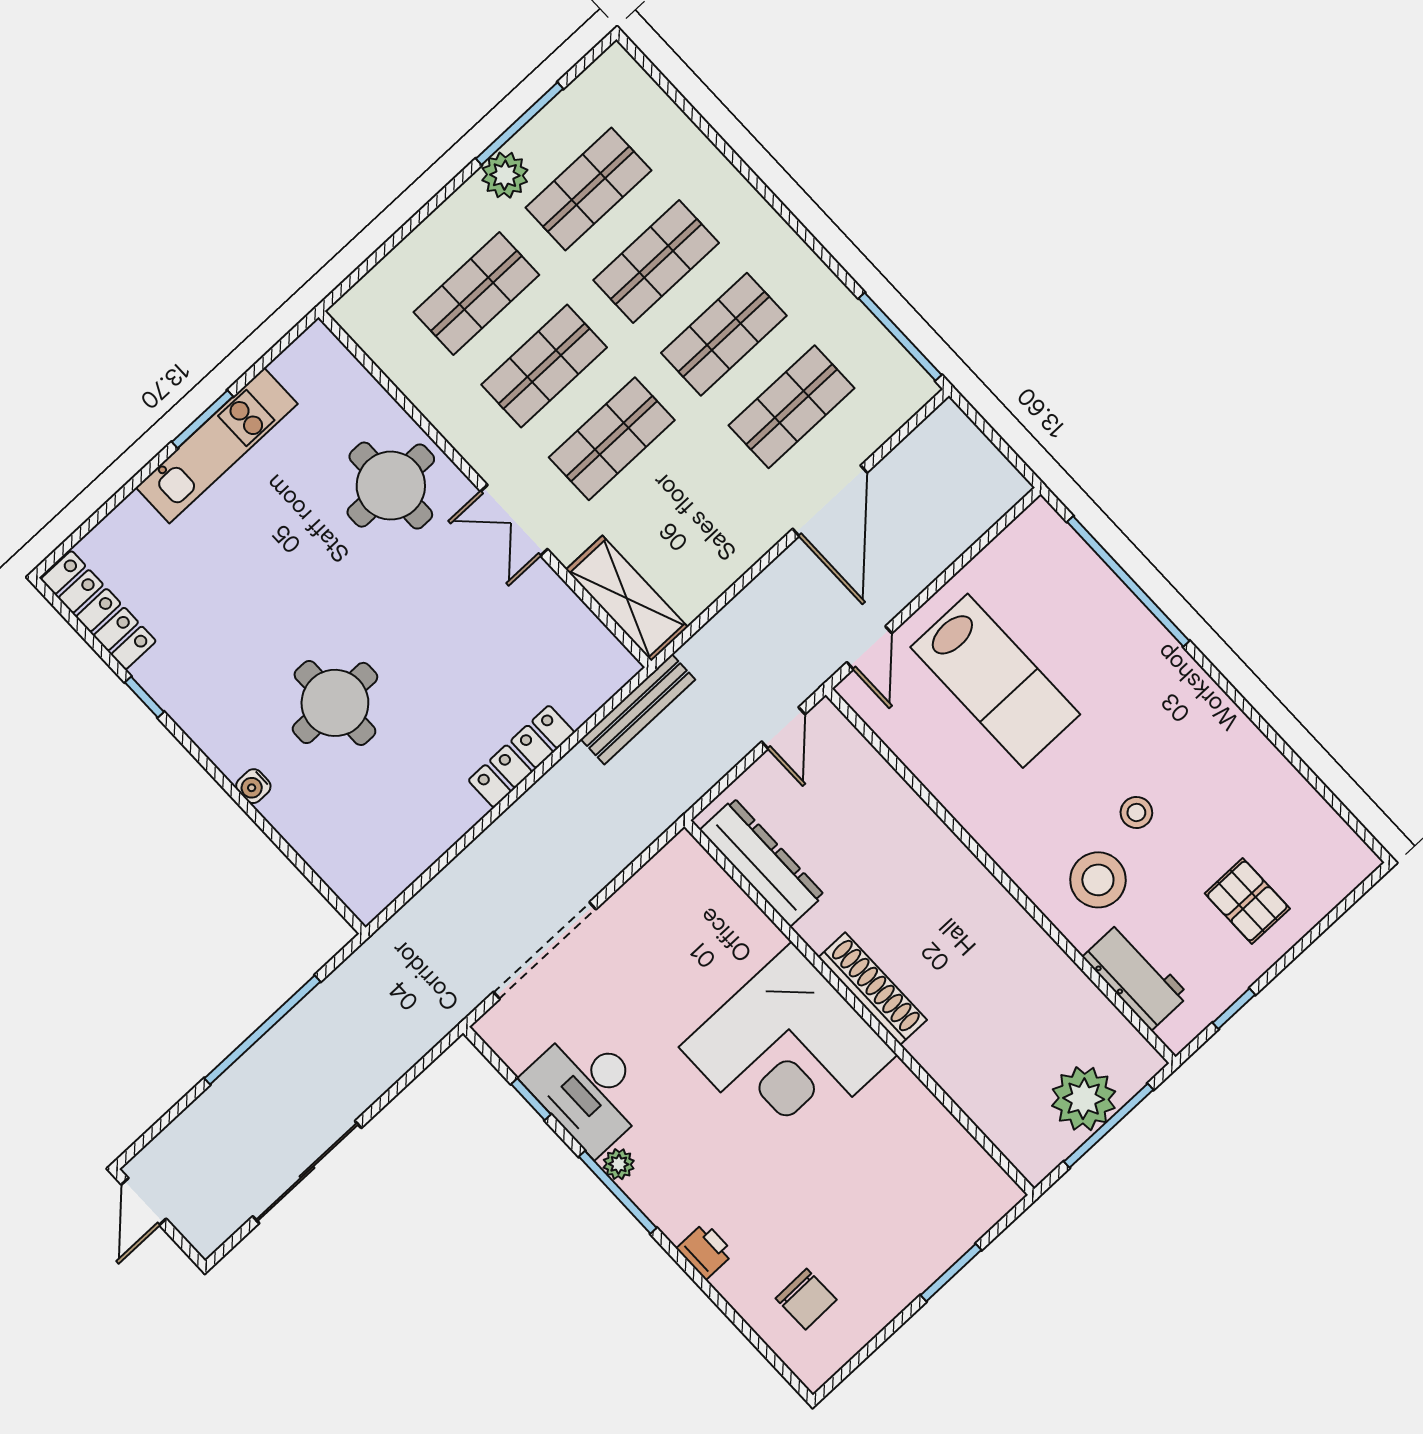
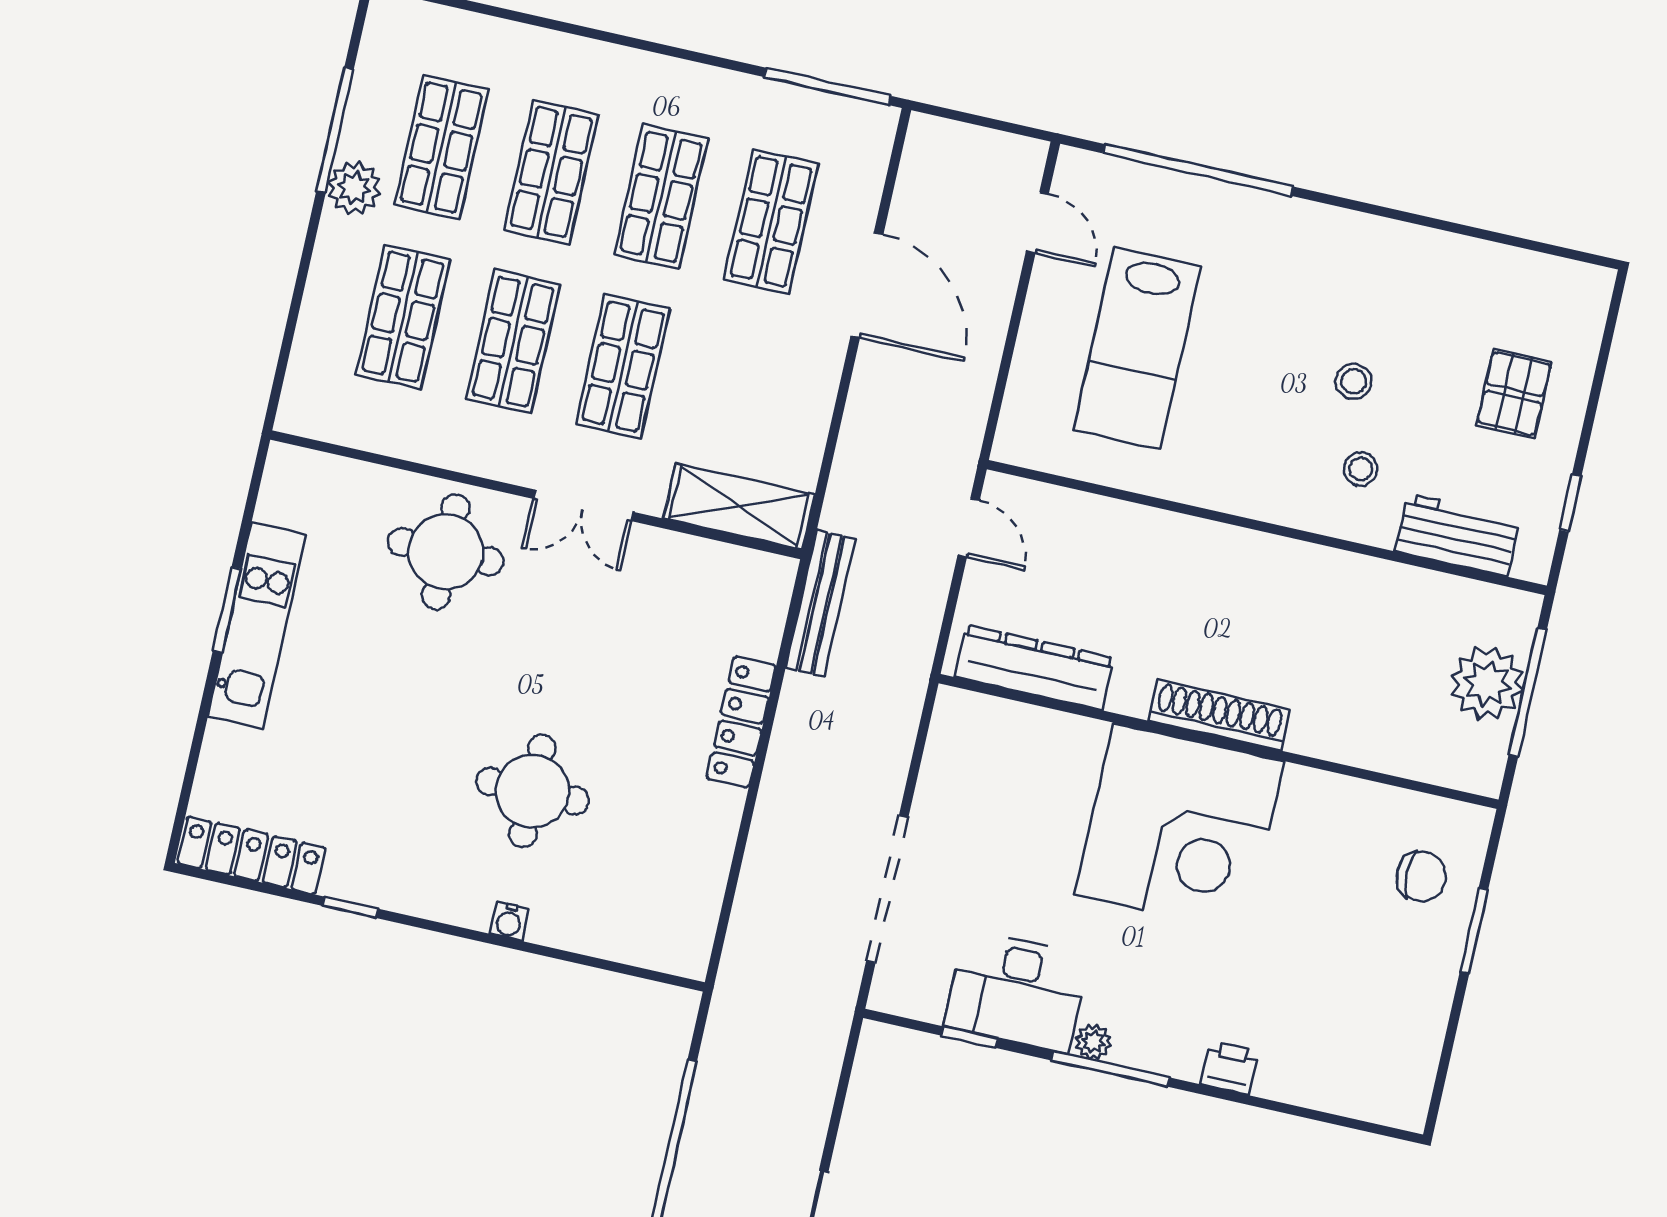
door: (869, 648) -> (1037, 223), moved
lab bench: (995, 681) -> (1137, 348), turned 90
stool: (1098, 880) -> (1361, 469), width x0.53, depth x0.53
pallet: (1247, 901) -> (1514, 393), turned 90
chair: (806, 1299) -> (1421, 876), moved

